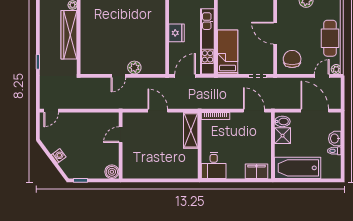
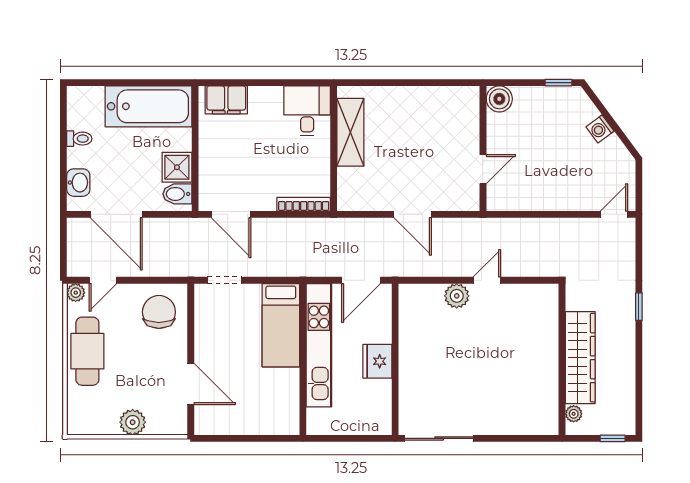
door: (275, 33) -> (191, 384), moved
chair: (292, 59) -> (159, 312), turned 180
shelving: (191, 130) -> (350, 132), moved
washbasin: (335, 139) -> (78, 183), moved

